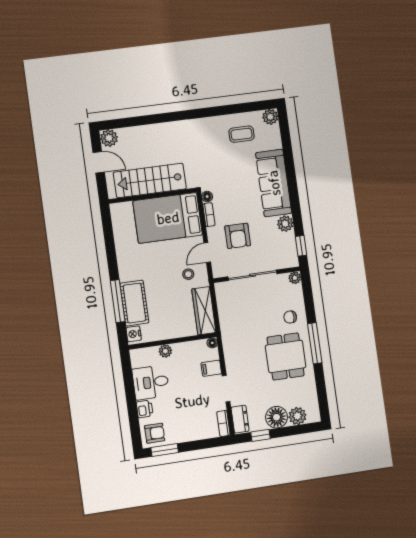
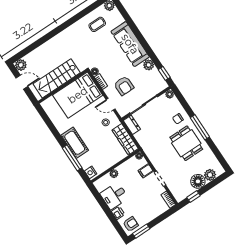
door: (207, 253) -> (111, 104), hinge flipped
cot: (134, 303) -> (75, 143), moved
dresser: (240, 419) -> (132, 125), moved

